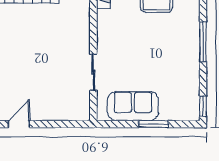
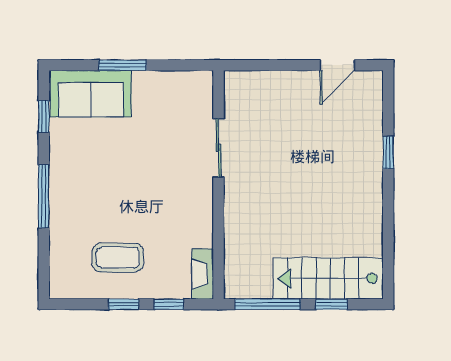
sofa: (133, 106) -> (91, 94), moved
window: (203, 106) -> (44, 116), moved

